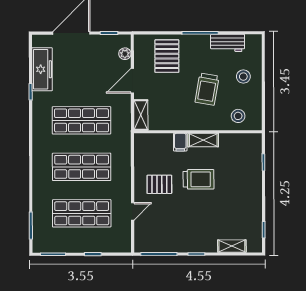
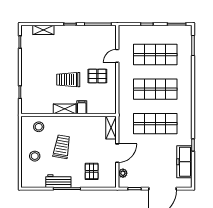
workbench: (228, 43) -> (58, 181), moved
pallet: (167, 56) -> (92, 171), width x0.67, depth x0.71

